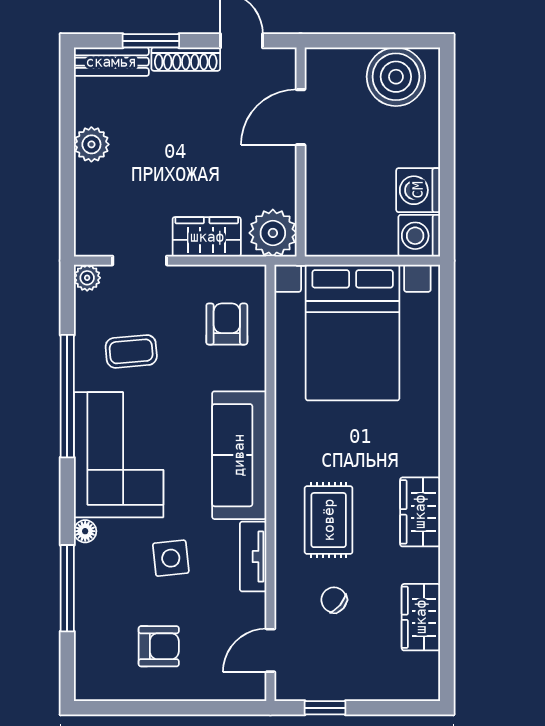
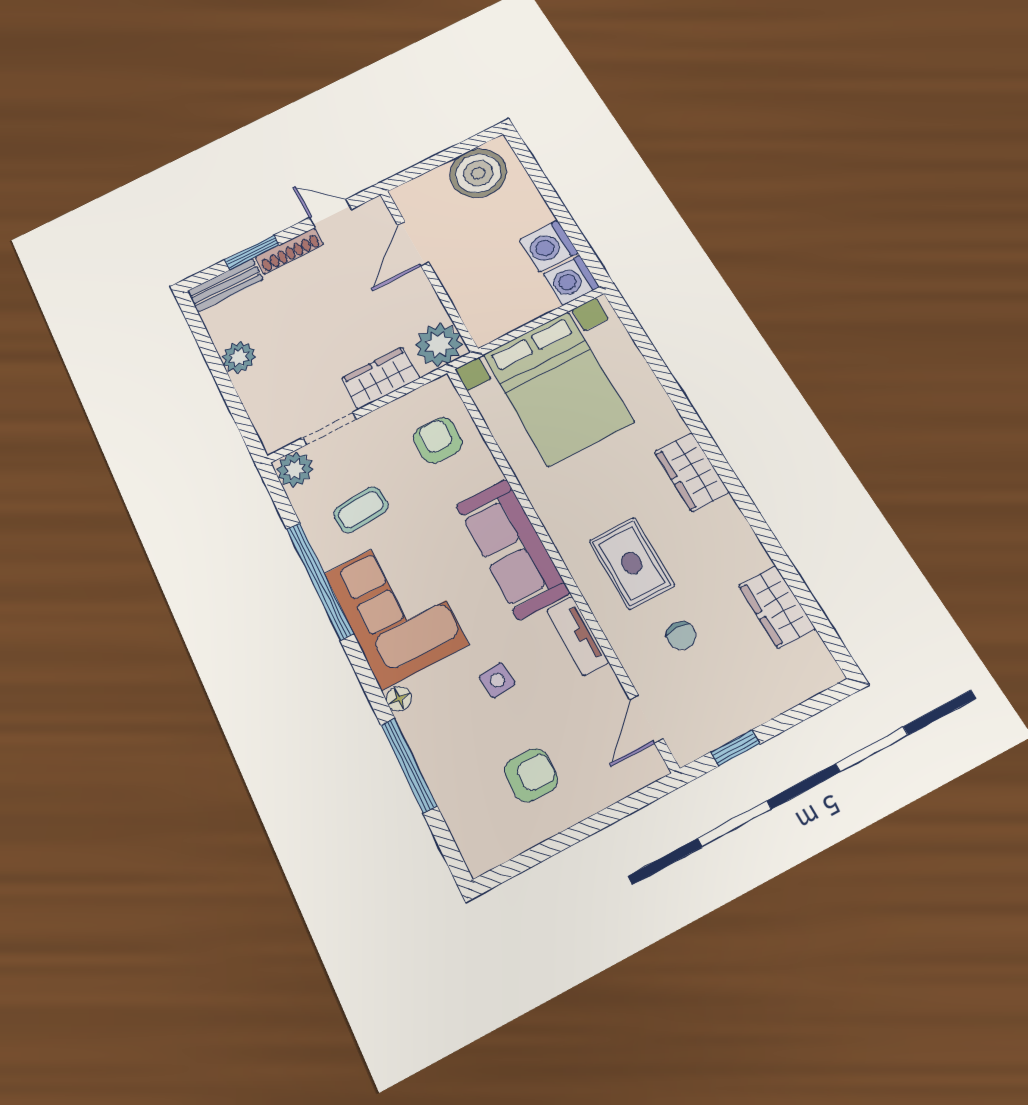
plant: (87, 278) -> (295, 469), width x1.38, depth x1.38
wardrobe: (420, 512) -> (692, 472), moved
side table: (171, 558) -> (497, 680), width x0.73, depth x0.73
chair: (334, 600) -> (681, 636), turned -130

